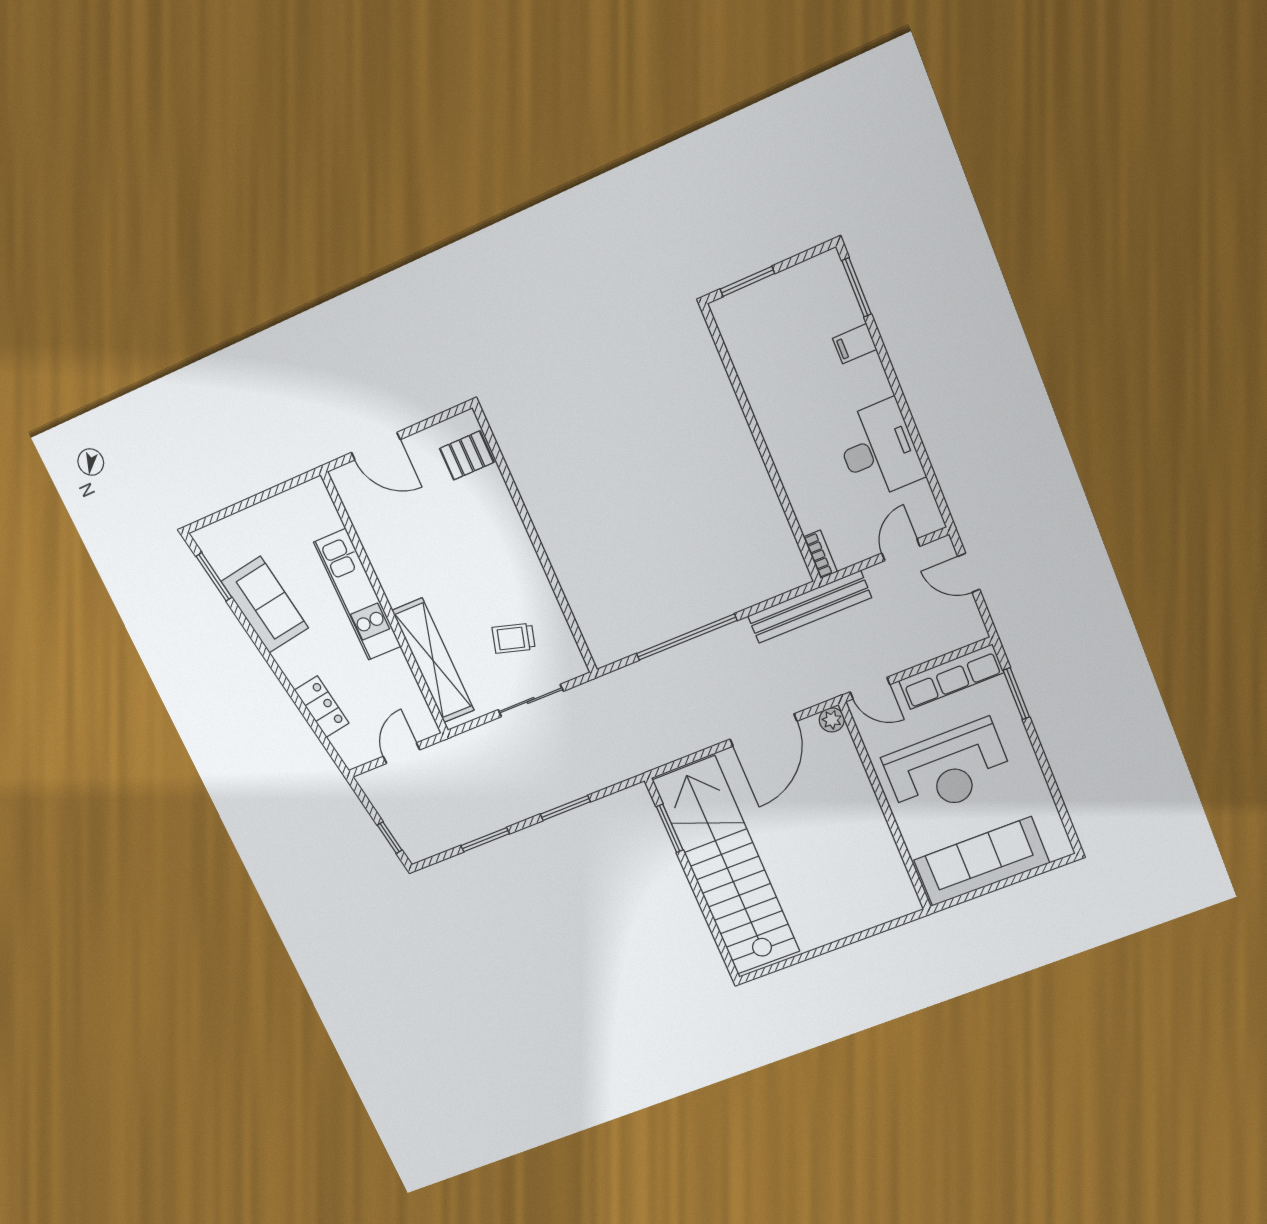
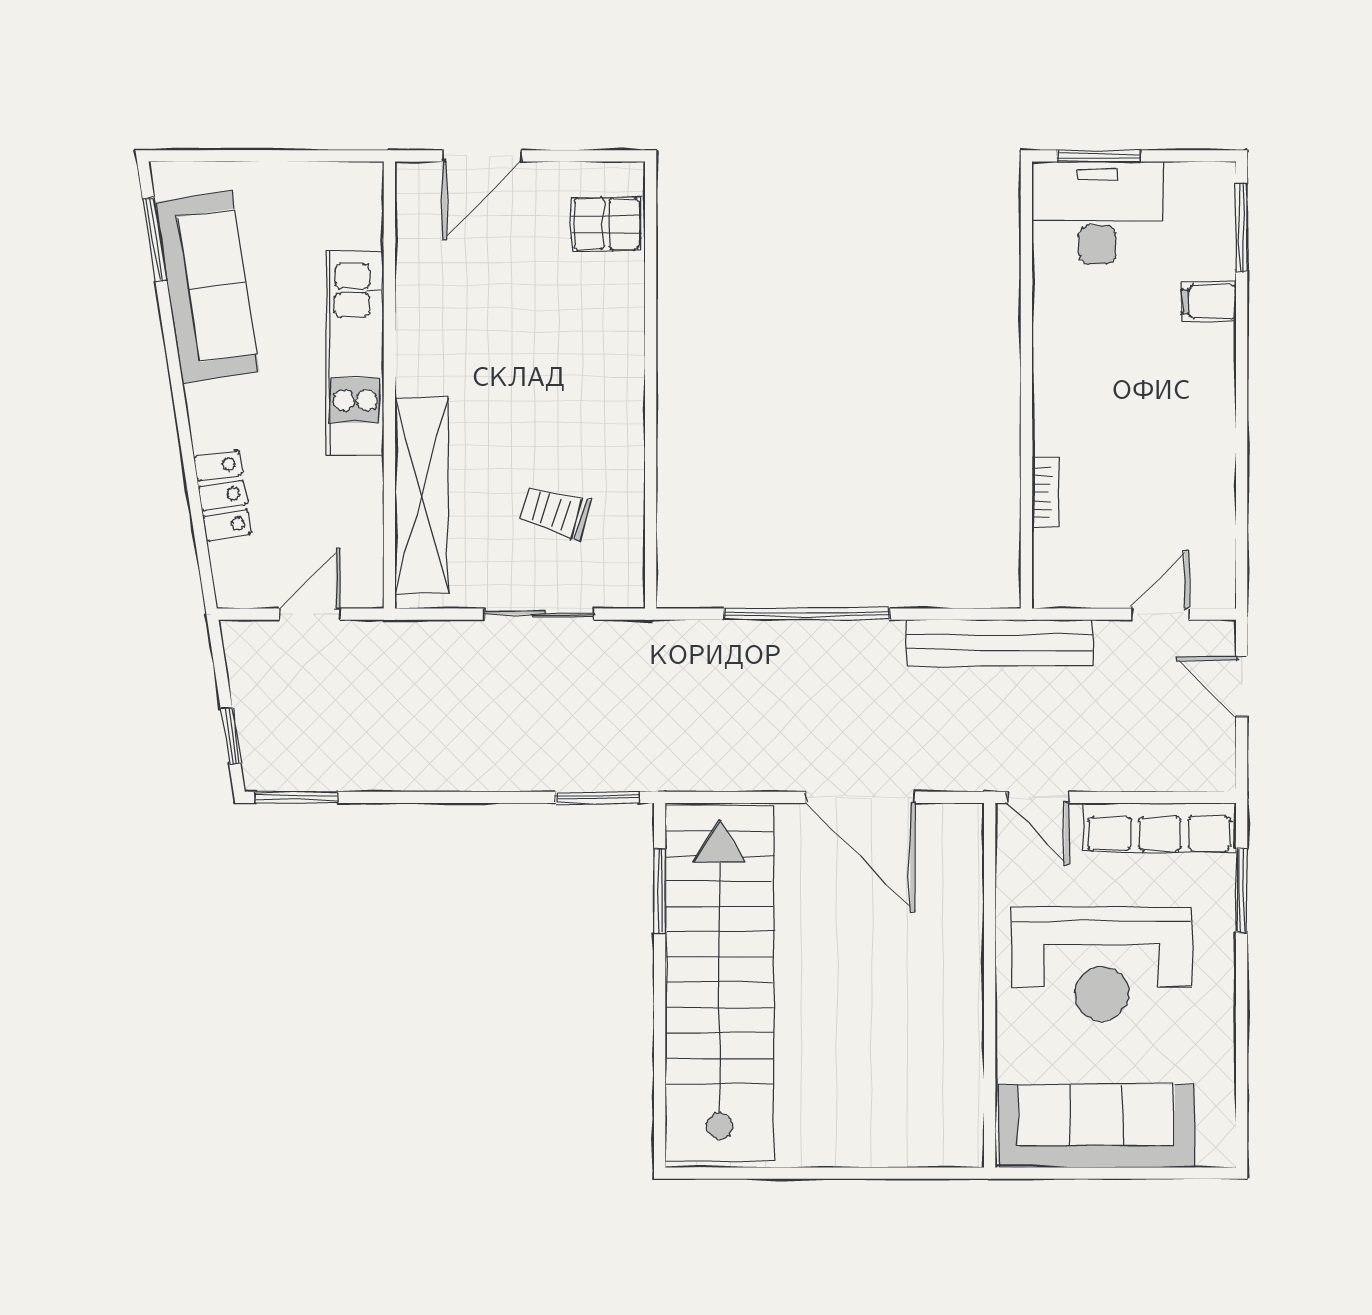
door: (376, 446) -> (482, 156), hinge flipped
desk: (879, 450) -> (1097, 213), moved, turned -90
bookcase: (820, 554) -> (1046, 493), moved
sofa: (265, 605) -> (207, 287), width x1.36
plant: (832, 720) -> (965, 822), removed
door: (763, 730) -> (860, 797), hinge flipped
window: (565, 808) -> (597, 797), moved
window: (485, 840) -> (297, 797), moved

